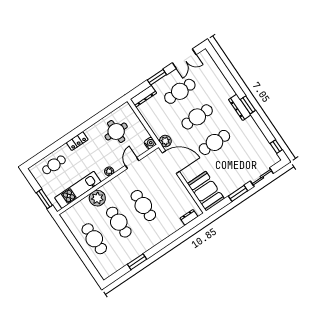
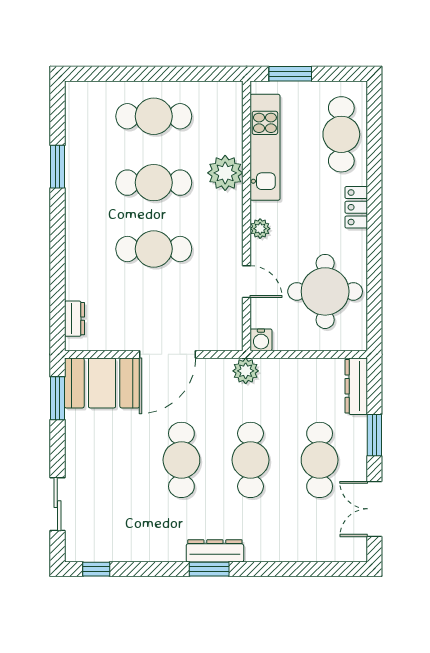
round table: (116, 131) -> (325, 291), width x1.36, depth x1.36
door: (171, 162) -> (168, 354), moved
cafe table: (54, 165) -> (341, 134), width x1.37, depth x1.35
window: (238, 193) -> (57, 398), moved

